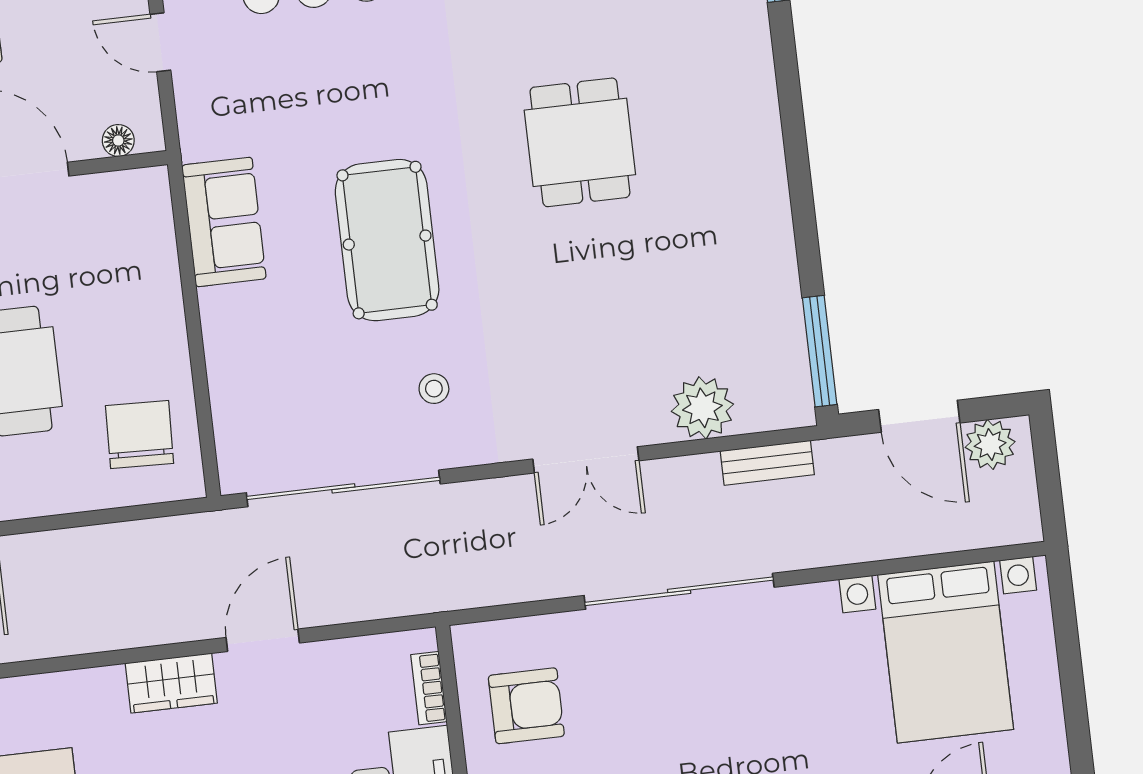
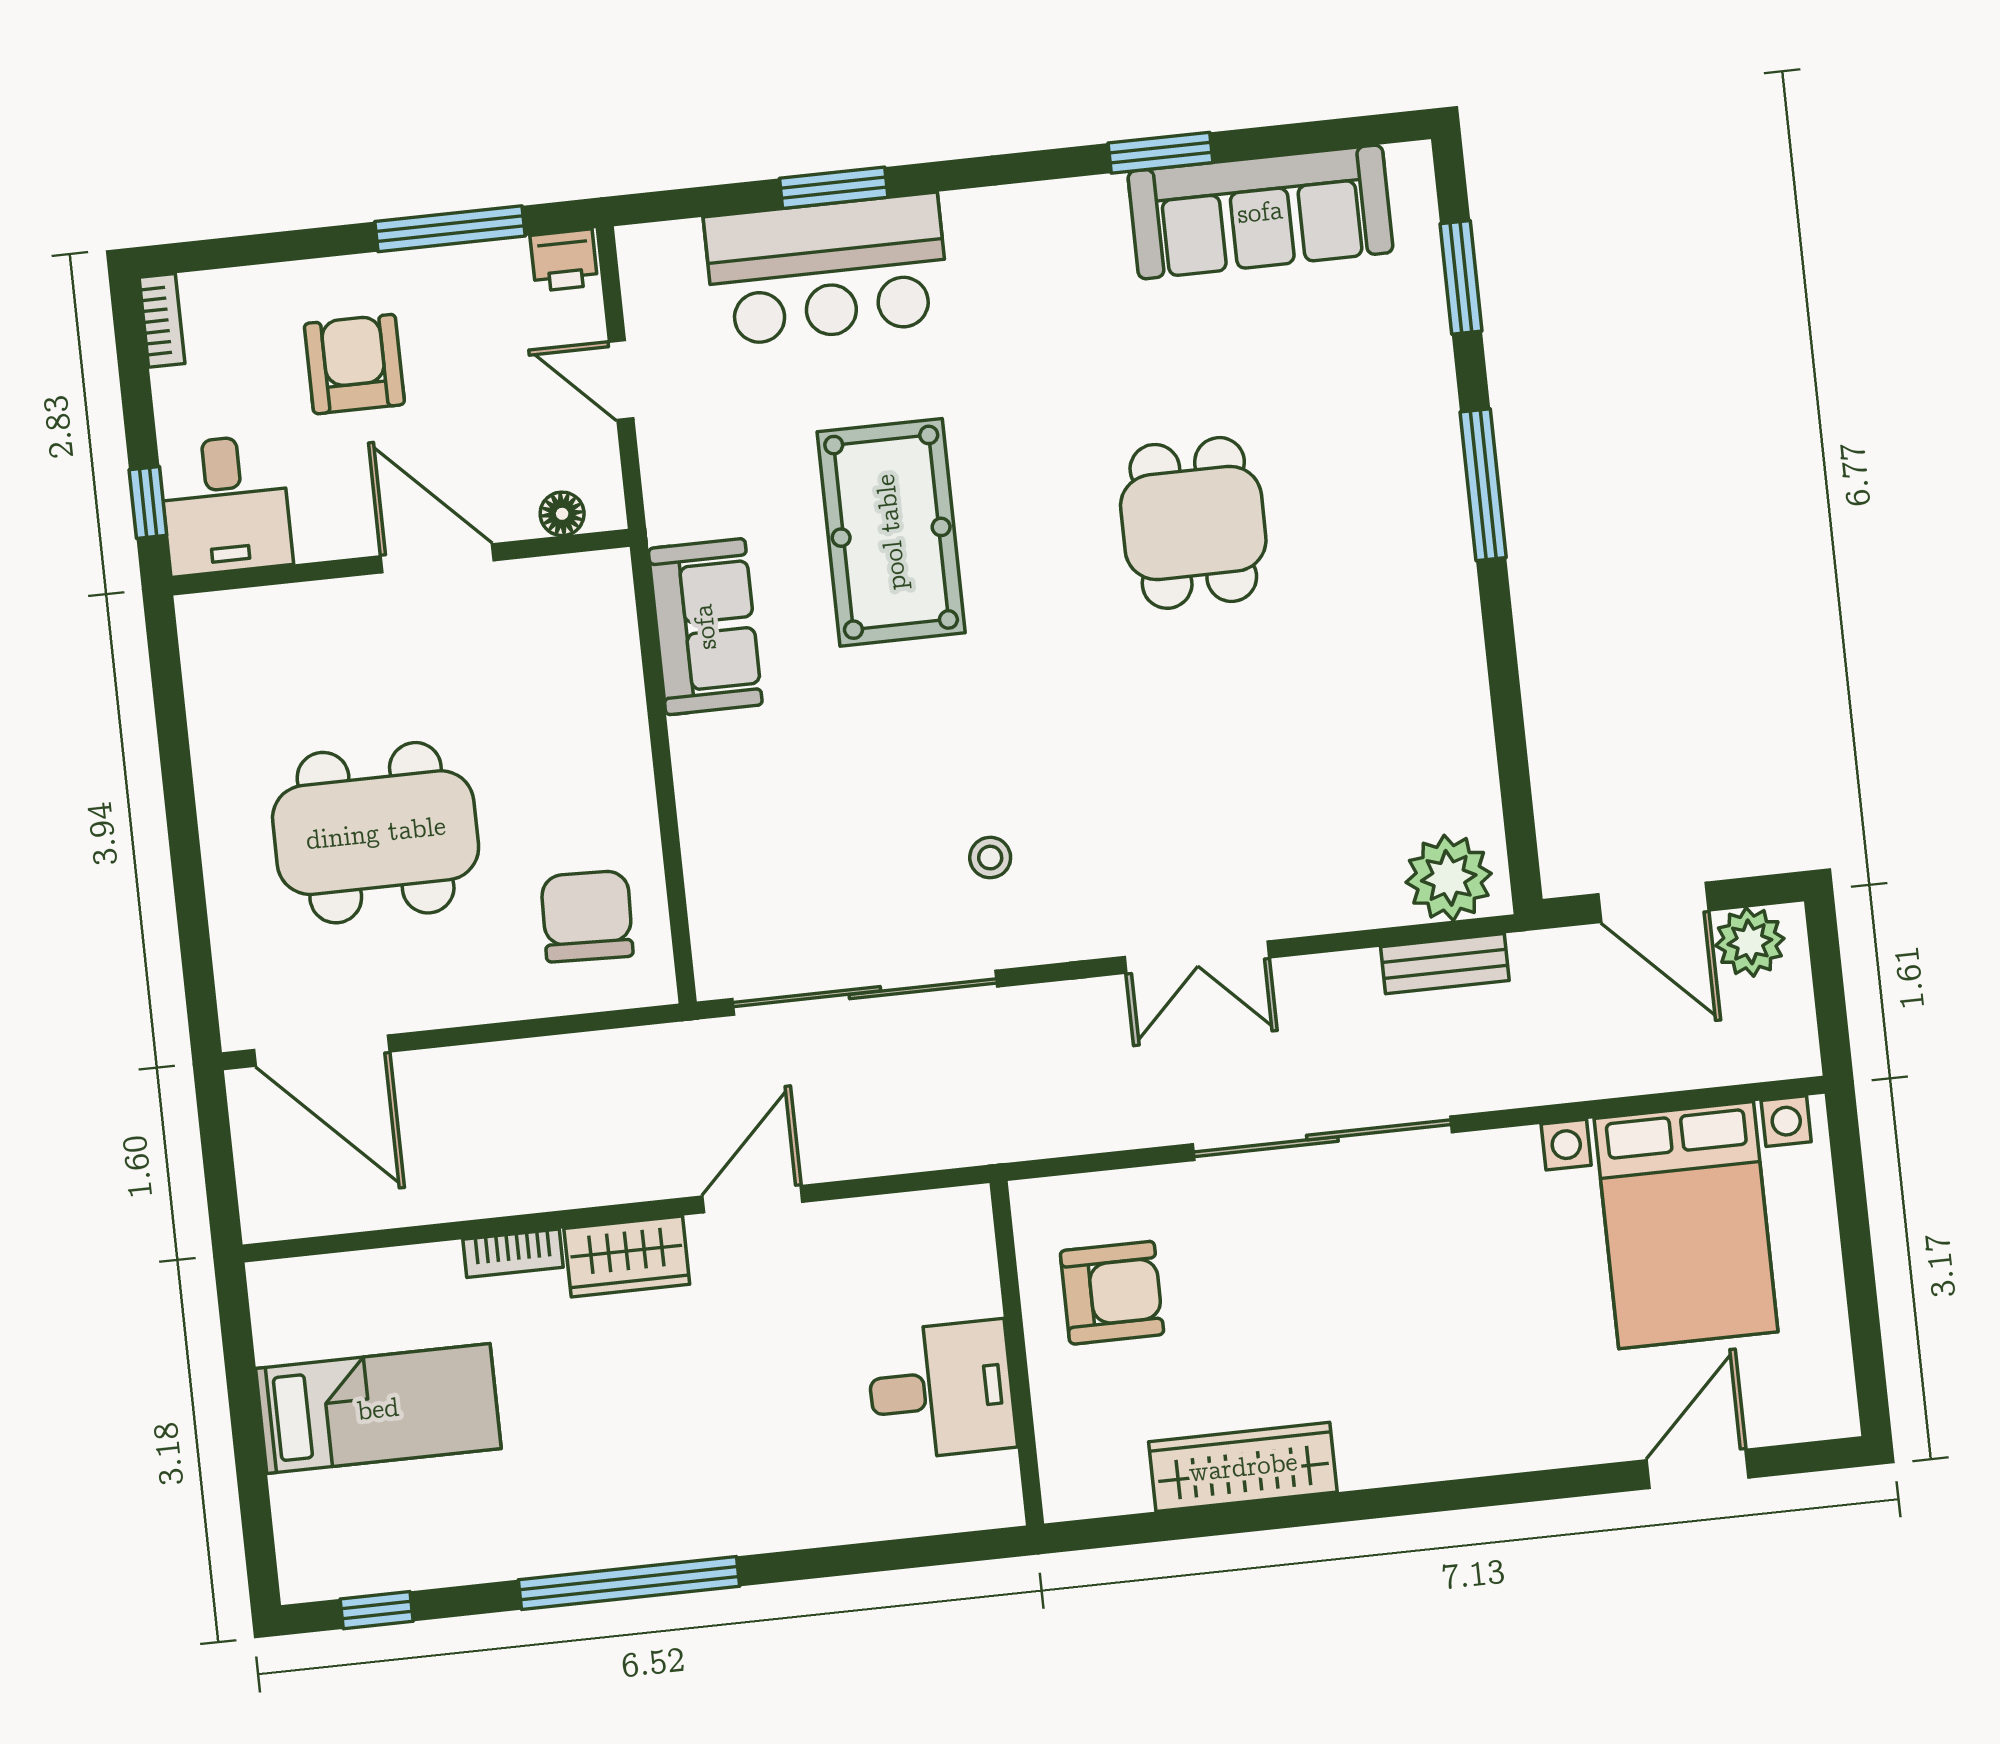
pool table: (387, 240) -> (891, 532), moved
window: (820, 351) -> (1483, 485), moved
plant: (702, 408) -> (1449, 878), moved
bookcase: (429, 688) -> (513, 1253), moved, turned -90

